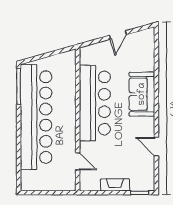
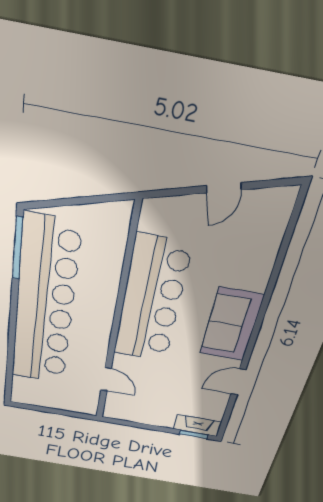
sofa: (142, 94) -> (231, 325), moved
door: (156, 147) -> (238, 382), hinge flipped
fireplace: (115, 185) -> (197, 425), moved

